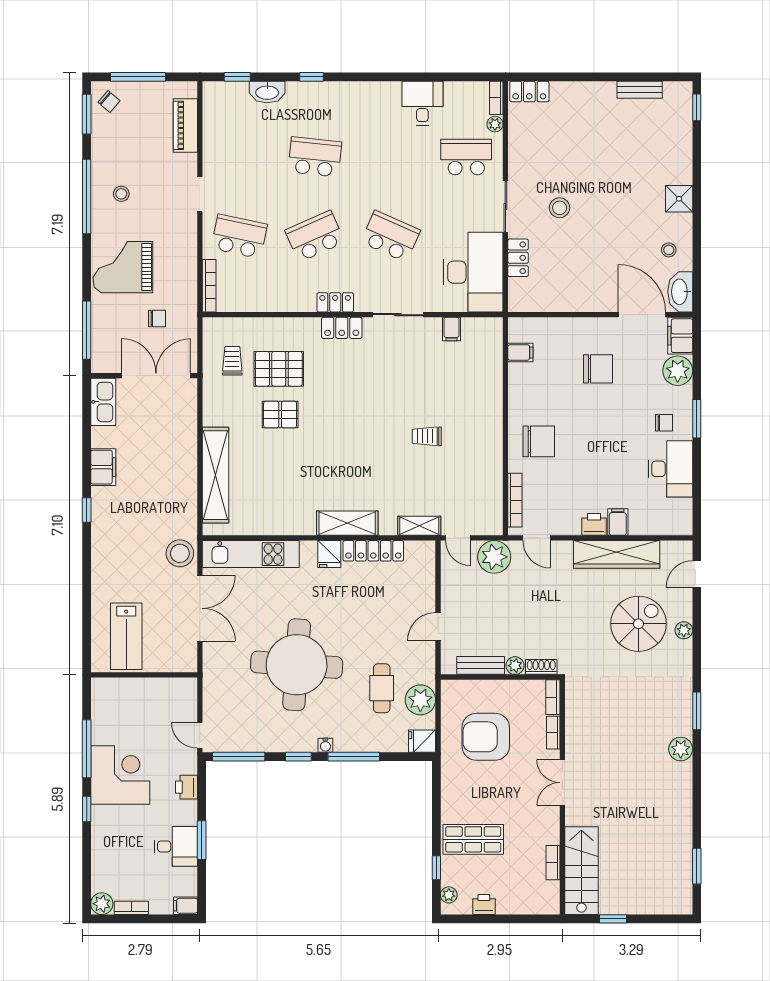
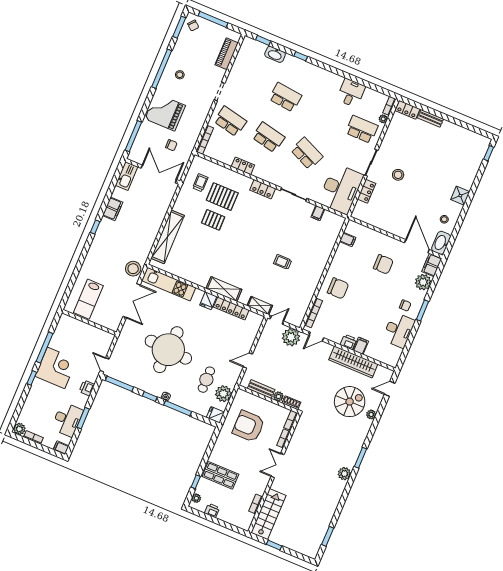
bench: (640, 90) -> (430, 118), moved
school desk: (315, 236) -> (268, 137), turned 36
locker: (335, 302) -> (243, 166), moved
door: (458, 538) -> (277, 320), swing flipped
door: (536, 538) -> (316, 337), hinge flipped
desk: (176, 846) -> (67, 420), width x1.37

